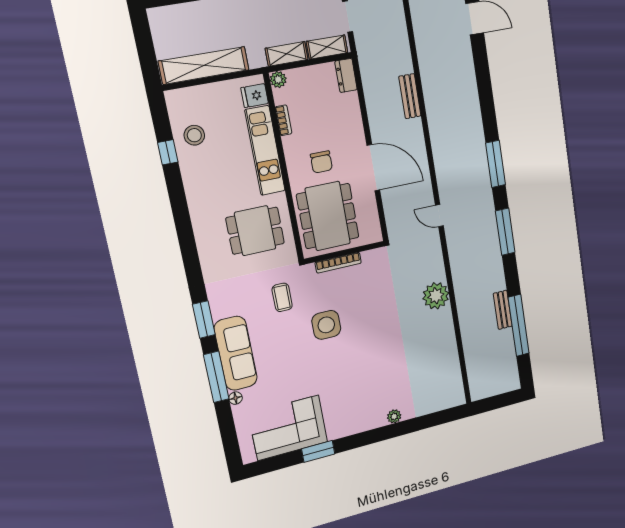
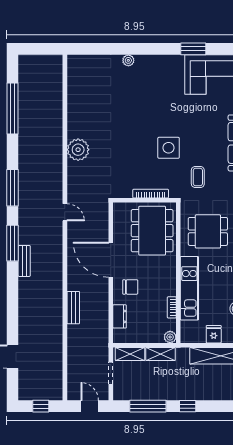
dresser: (346, 75) -> (120, 316), moved
fridge: (255, 96) -> (214, 334), moved, turned -90
chair: (321, 162) -> (130, 287), moved, turned 90
bench: (503, 310) -> (24, 261), moved

